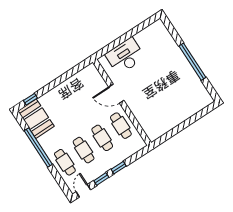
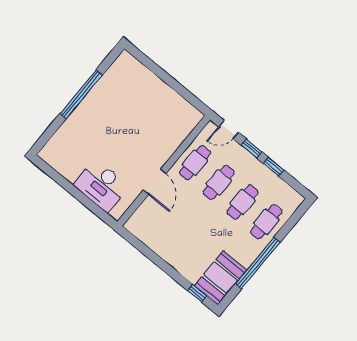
door: (83, 191) -> (229, 129), moved

